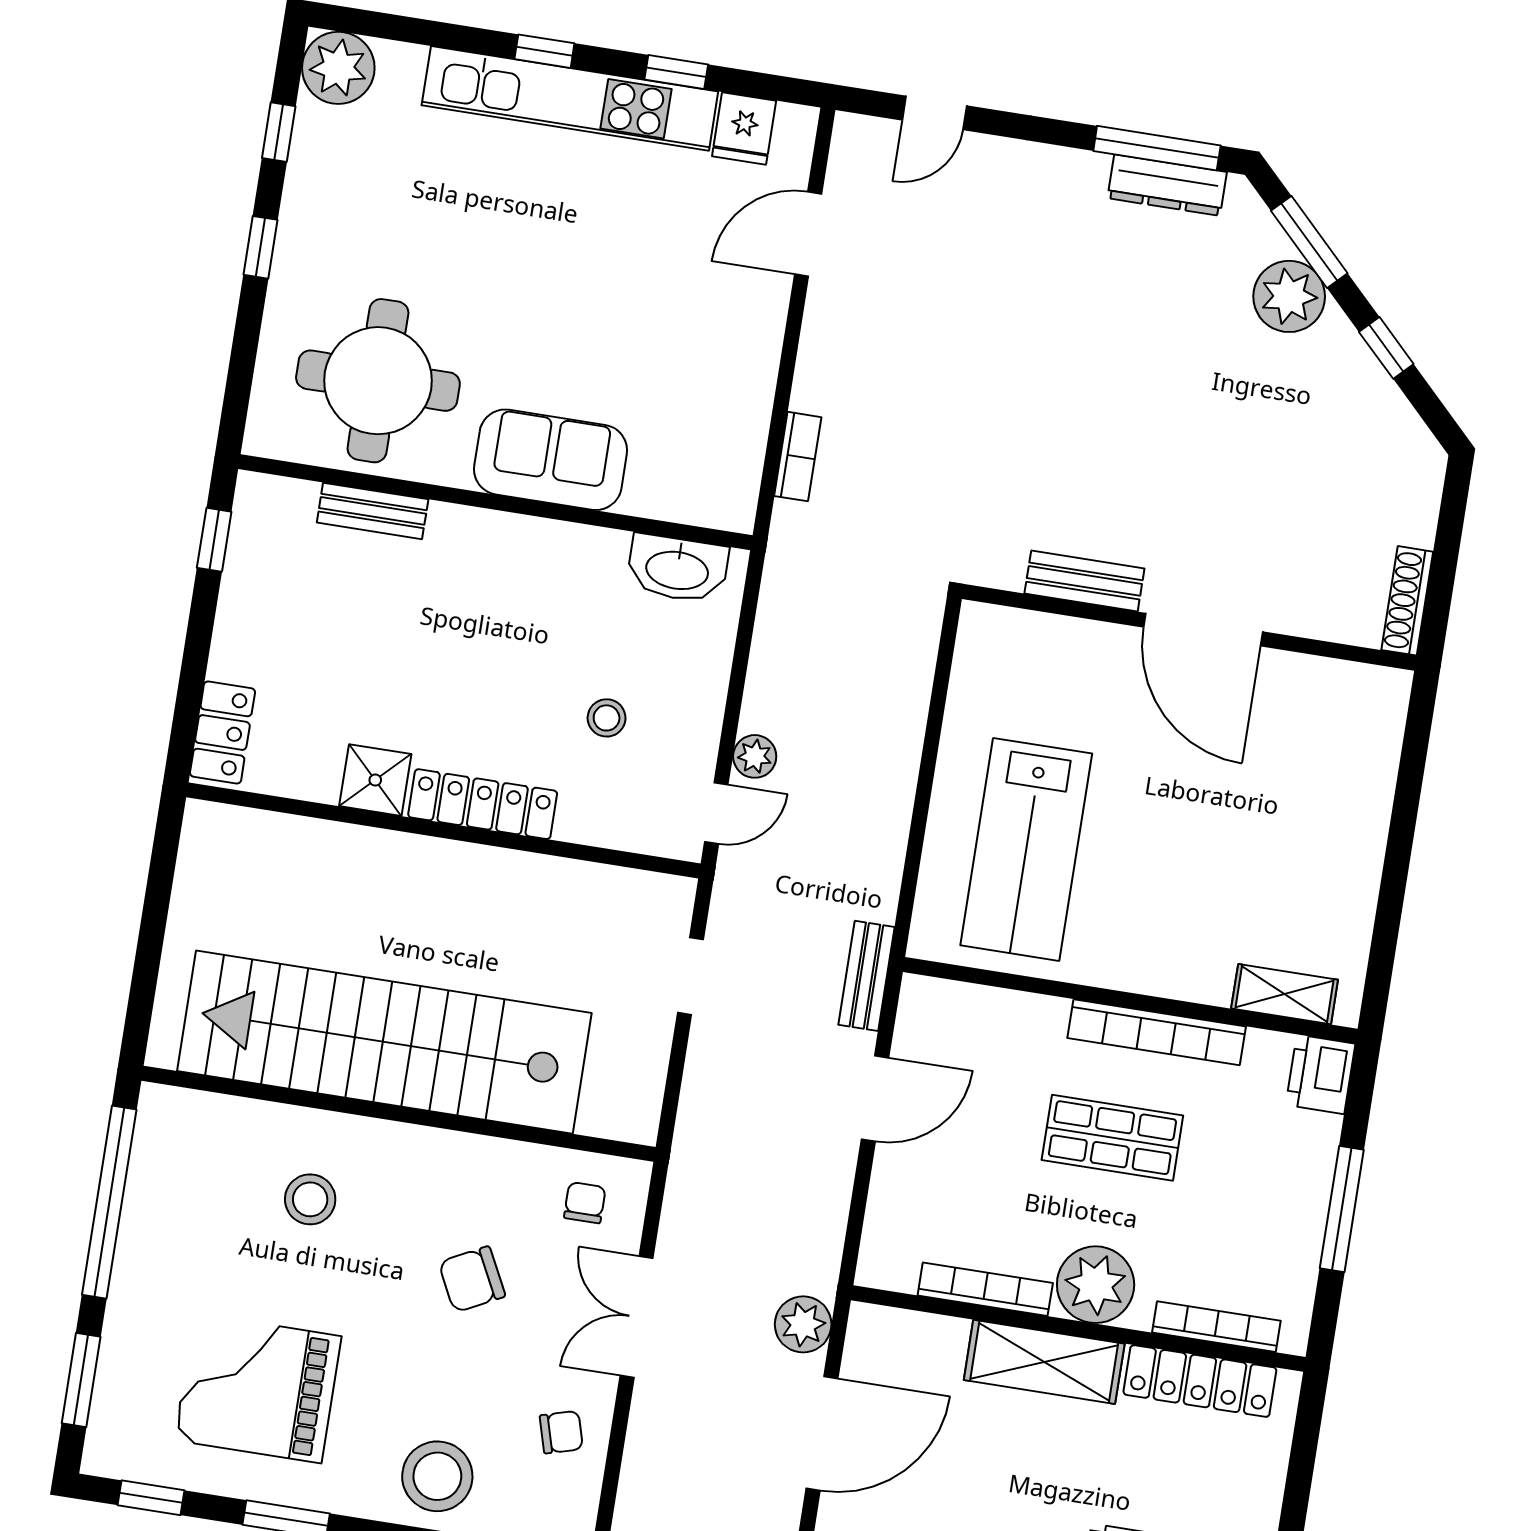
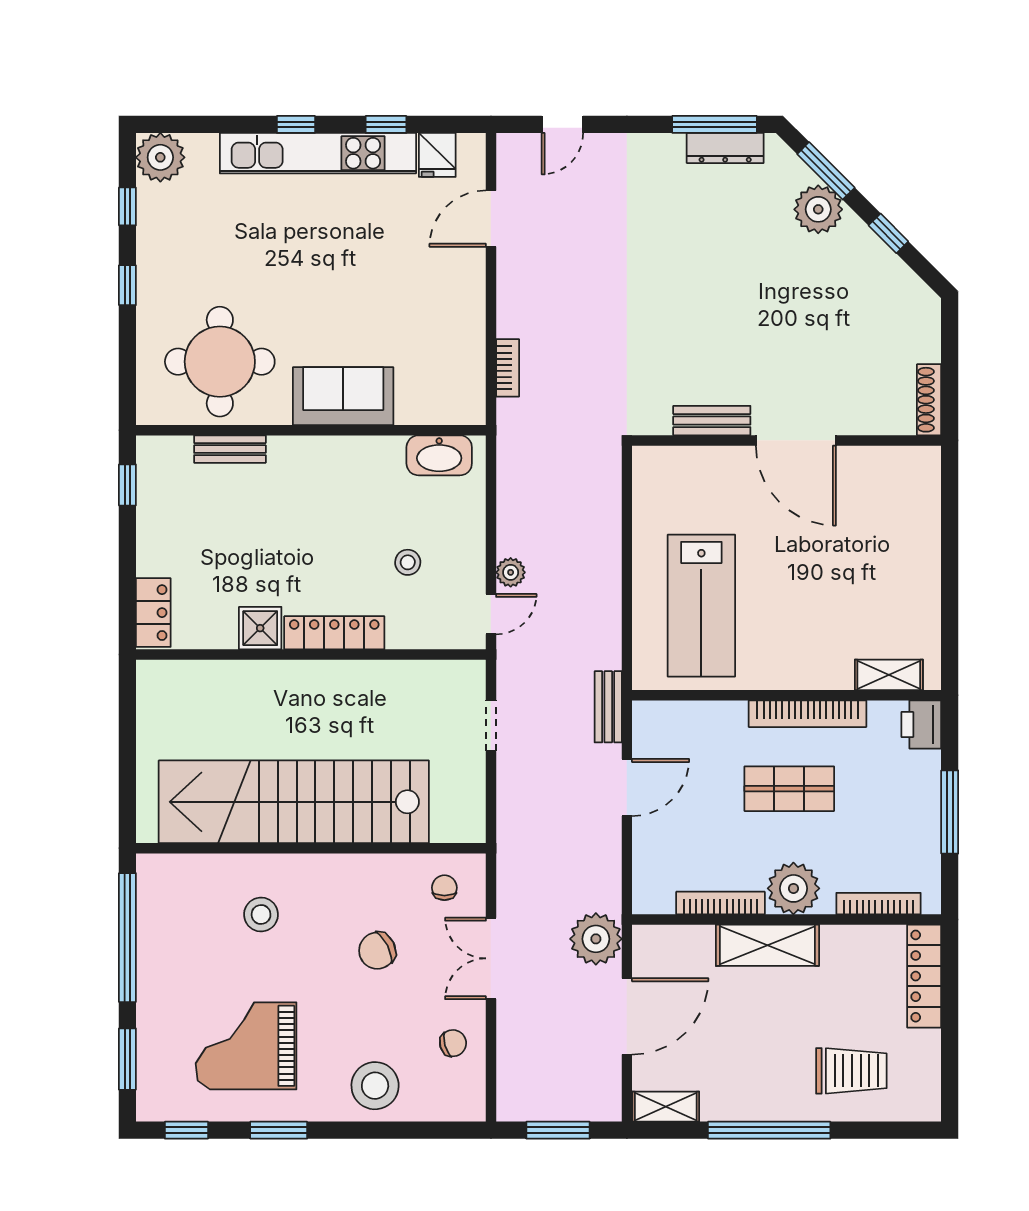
plant: (803, 1324) -> (596, 939), width x1.36, depth x1.36
locker: (1200, 1381) -> (924, 976), moved, turned 90

